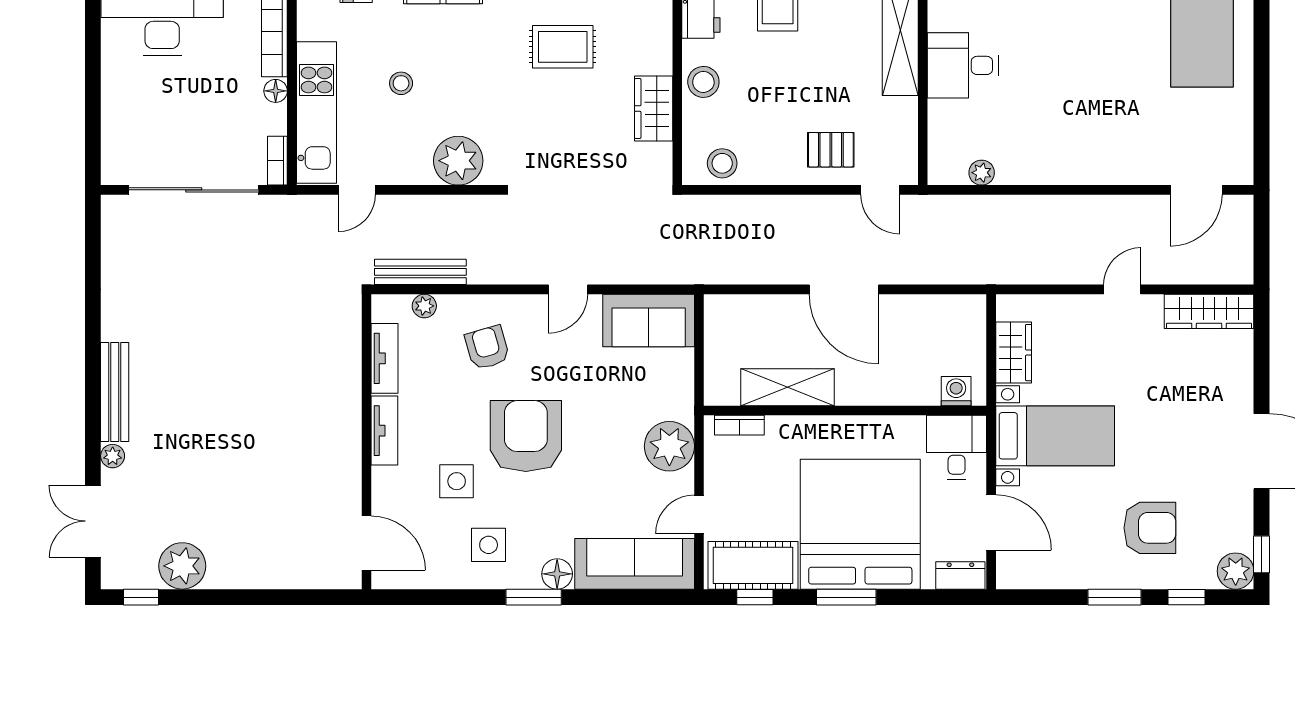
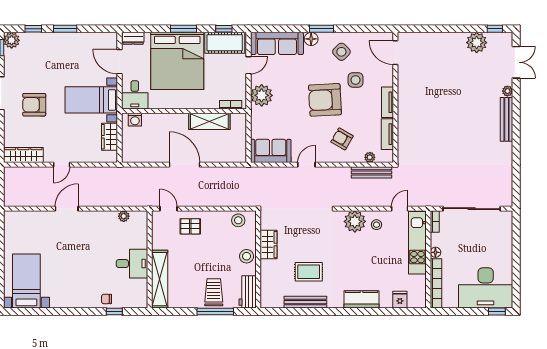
stool: (401, 83) -> (377, 225), moved
door: (1196, 190) -> (67, 209), moved
armchair: (487, 348) -> (342, 139), turned 136
armchair: (526, 436) -> (325, 100), turned 87
armchair: (1150, 528) -> (34, 105), moved
side table: (489, 545) -> (341, 52), turned 45

